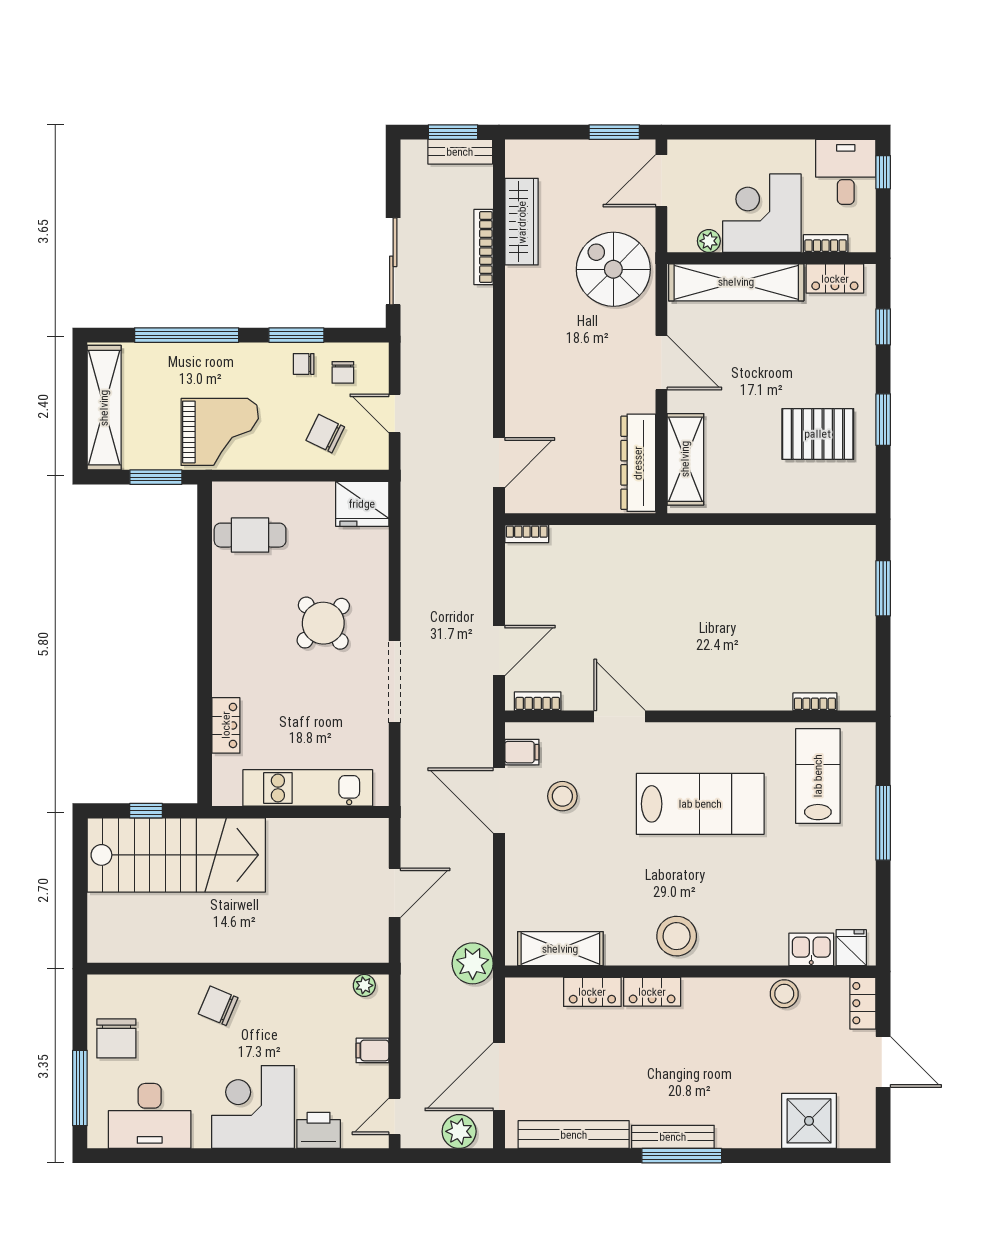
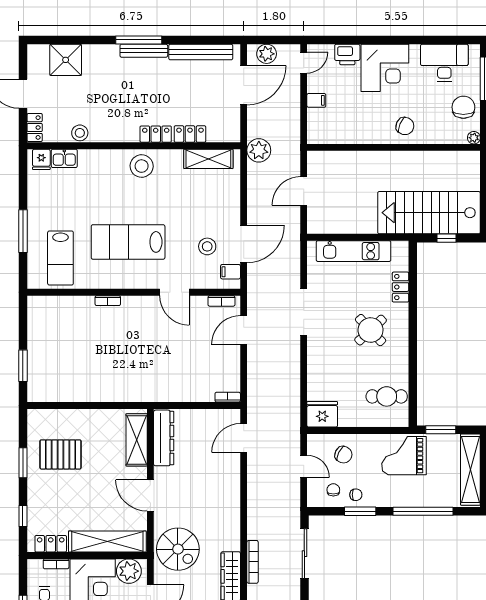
plant: (709, 241) -> (129, 571), width x1.88, depth x1.88
round table: (323, 623) -> (371, 330), moved
bookcase: (815, 702) -> (108, 301), moved
door: (499, 801) -> (244, 244), hinge flipped
plant: (364, 985) -> (474, 138), moved

